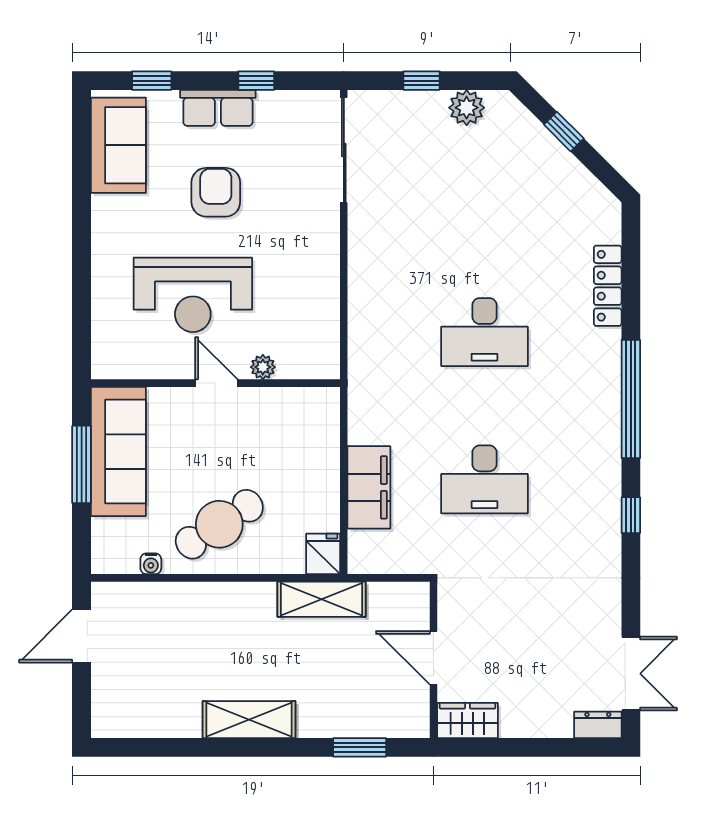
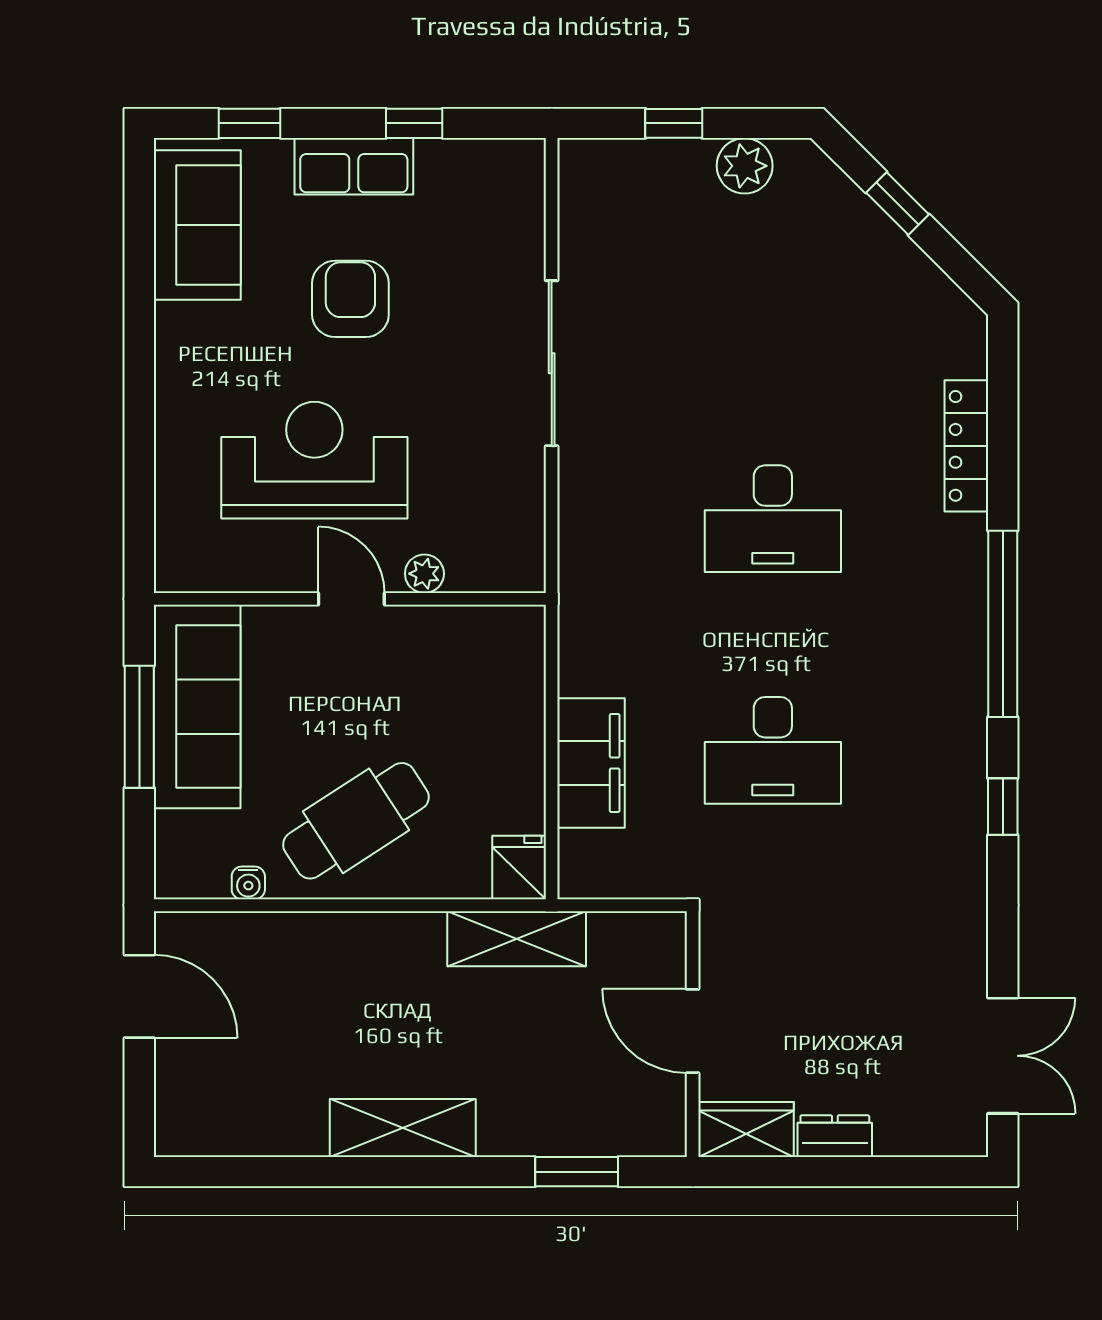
sliding door: (344, 150) -> (552, 363), moved
reception desk: (193, 295) -> (314, 460), turned 180
door: (82, 636) -> (139, 996), swing flipped
dresser: (598, 725) -> (835, 1136), moved

